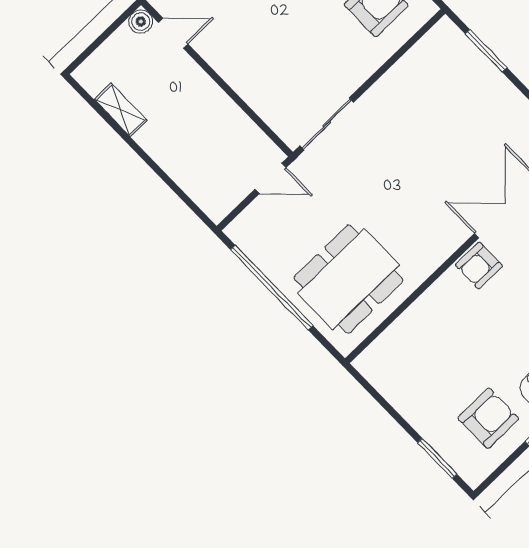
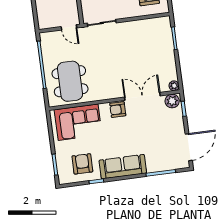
dining table: (349, 279) -> (70, 81), turned 90
corner sofa: (421, 345) -> (78, 122), added
armchair: (488, 418) -> (82, 164), turned -90

